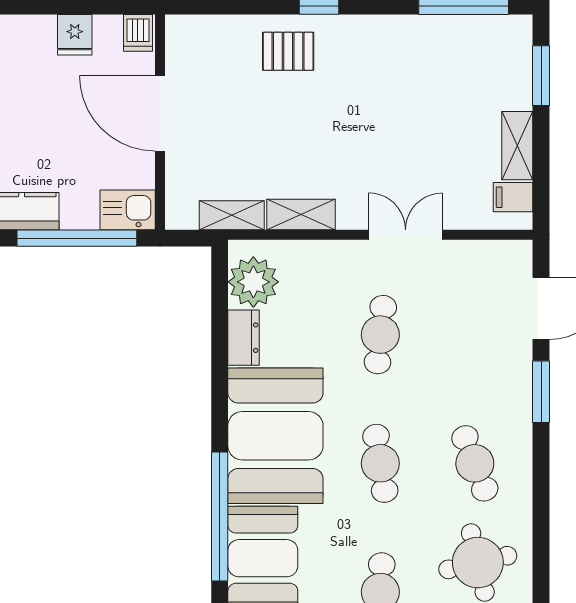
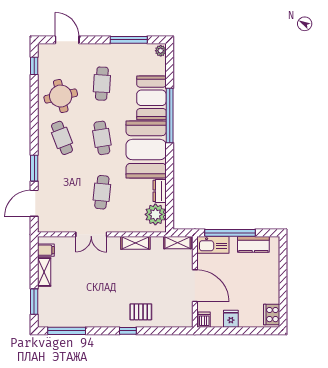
kitchen sink: (128, 210) -> (213, 245), width x1.38
shelving: (232, 215) -> (177, 243), moved

